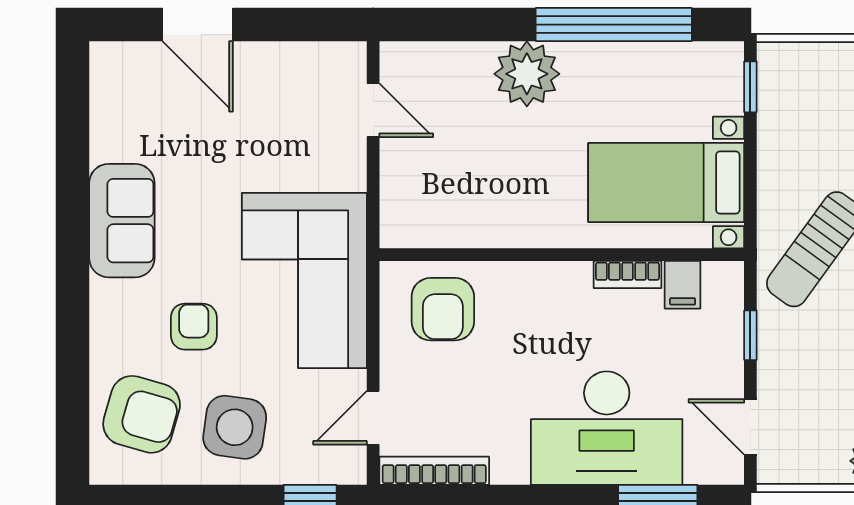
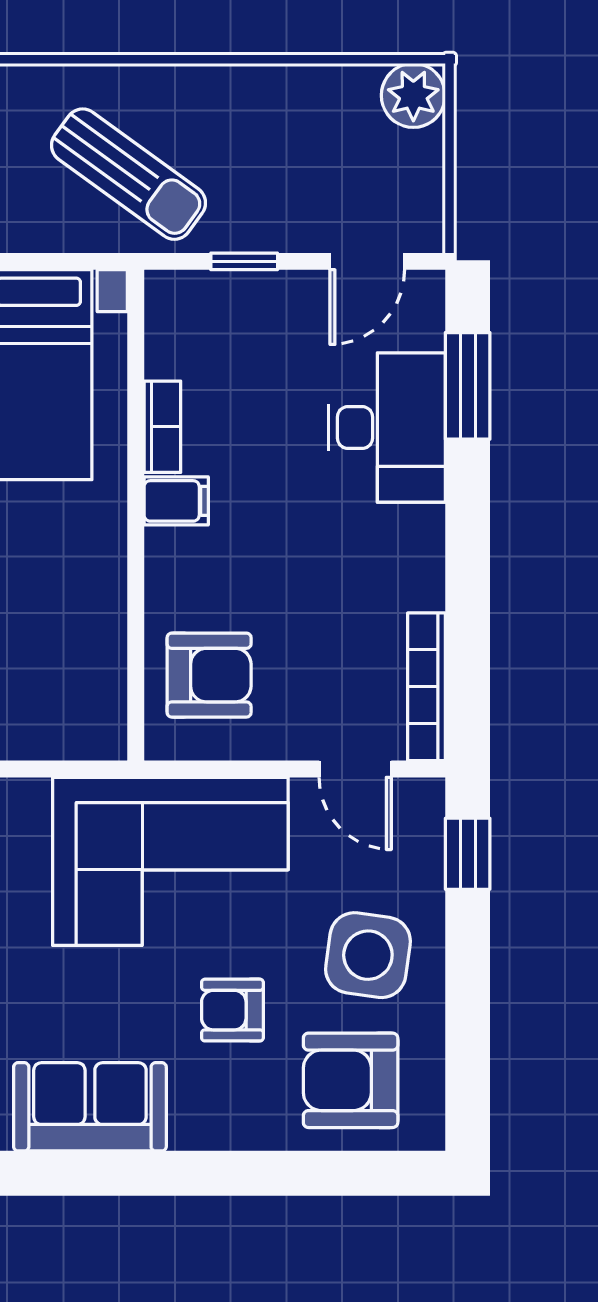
filing cabinet: (683, 285) -> (176, 501), moved
armchair: (142, 414) -> (351, 1080), turned -106
desk: (607, 428) -> (387, 428), width x0.73, depth x0.77

